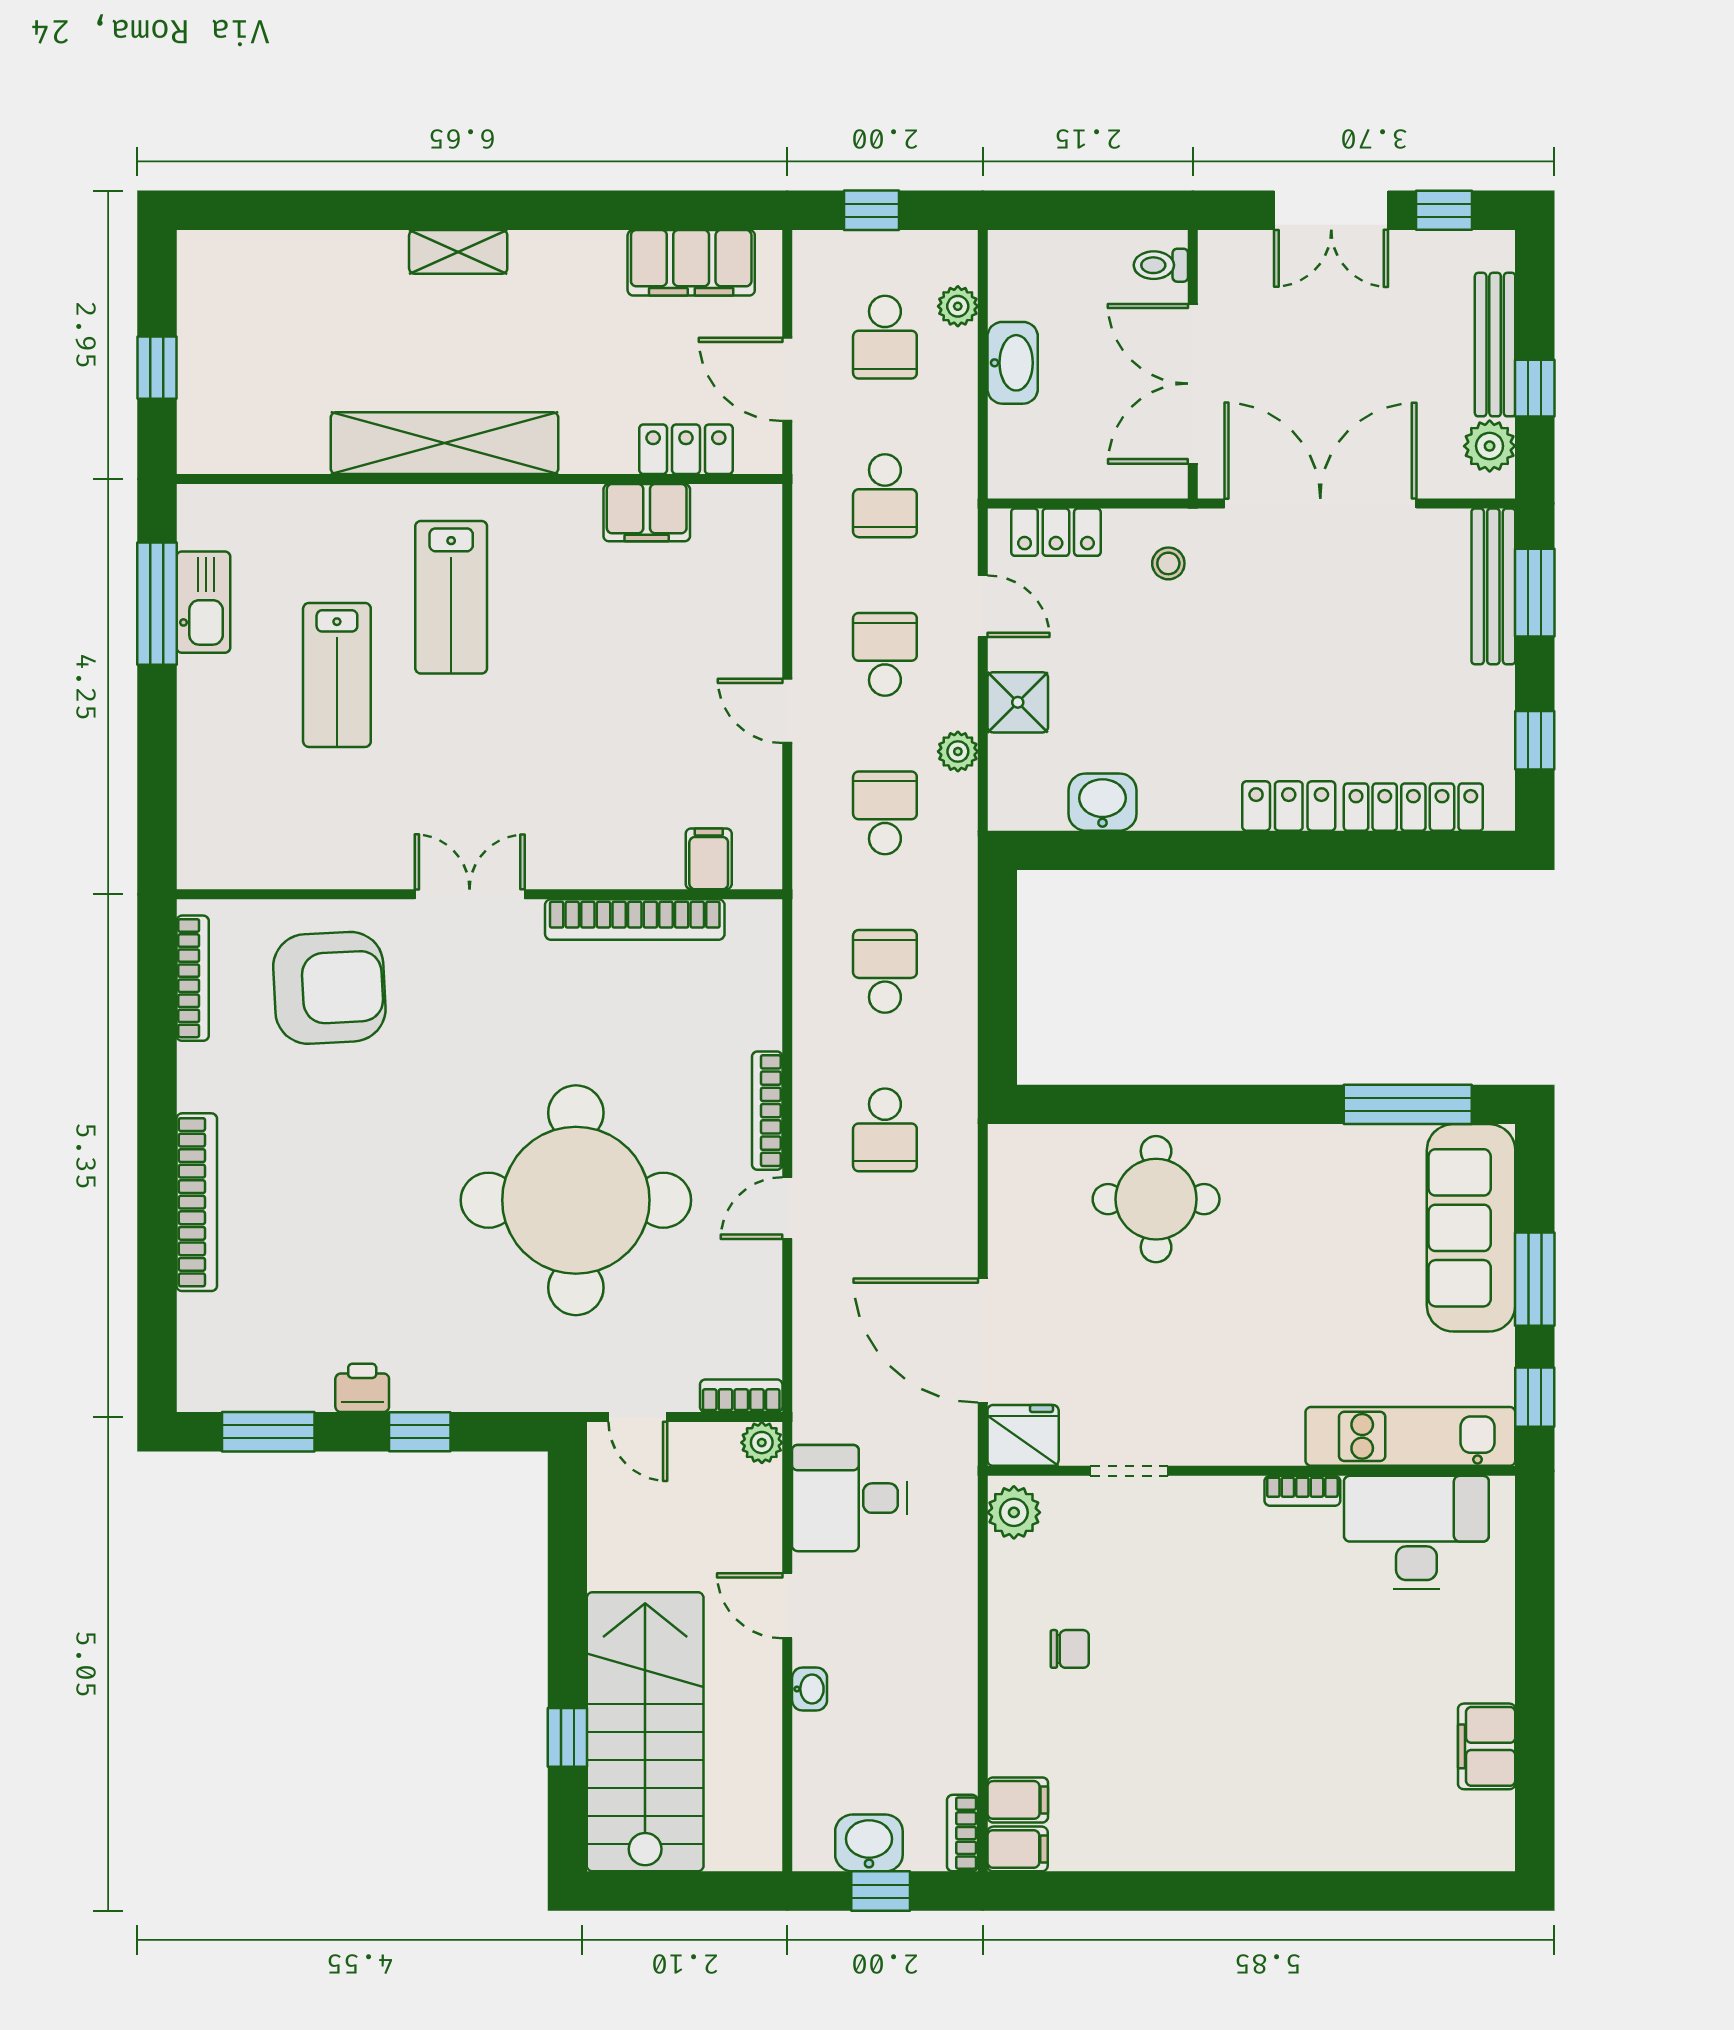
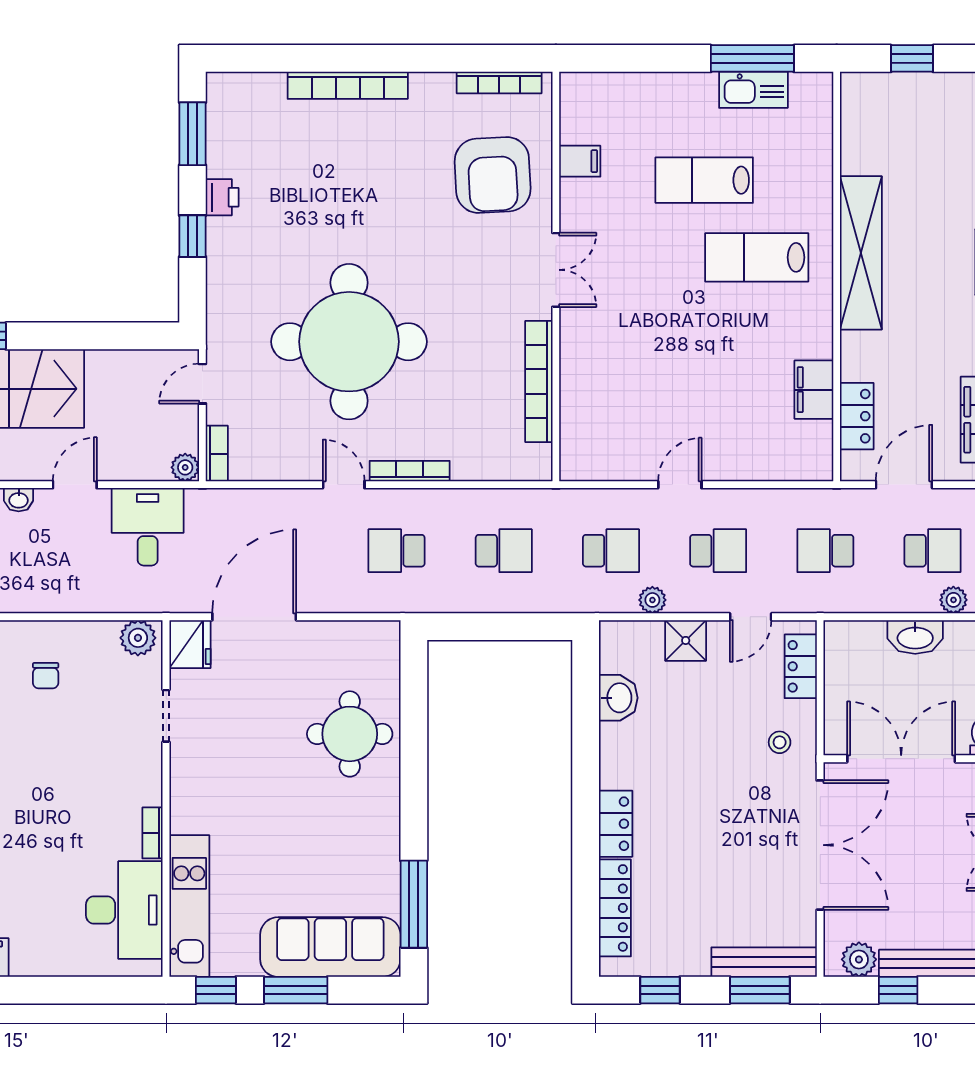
school desk: (885, 337) -> (933, 551), turned 180
filing cabinet: (709, 859) -> (580, 161), moved

